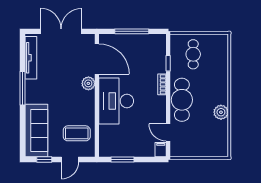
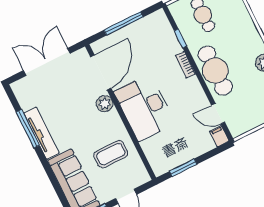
tv unit: (31, 58) -> (41, 133), moved
door: (97, 59) -> (101, 72), hinge flipped
window: (23, 88) -> (28, 129), moved
coffee table: (77, 133) -> (111, 154), moved

